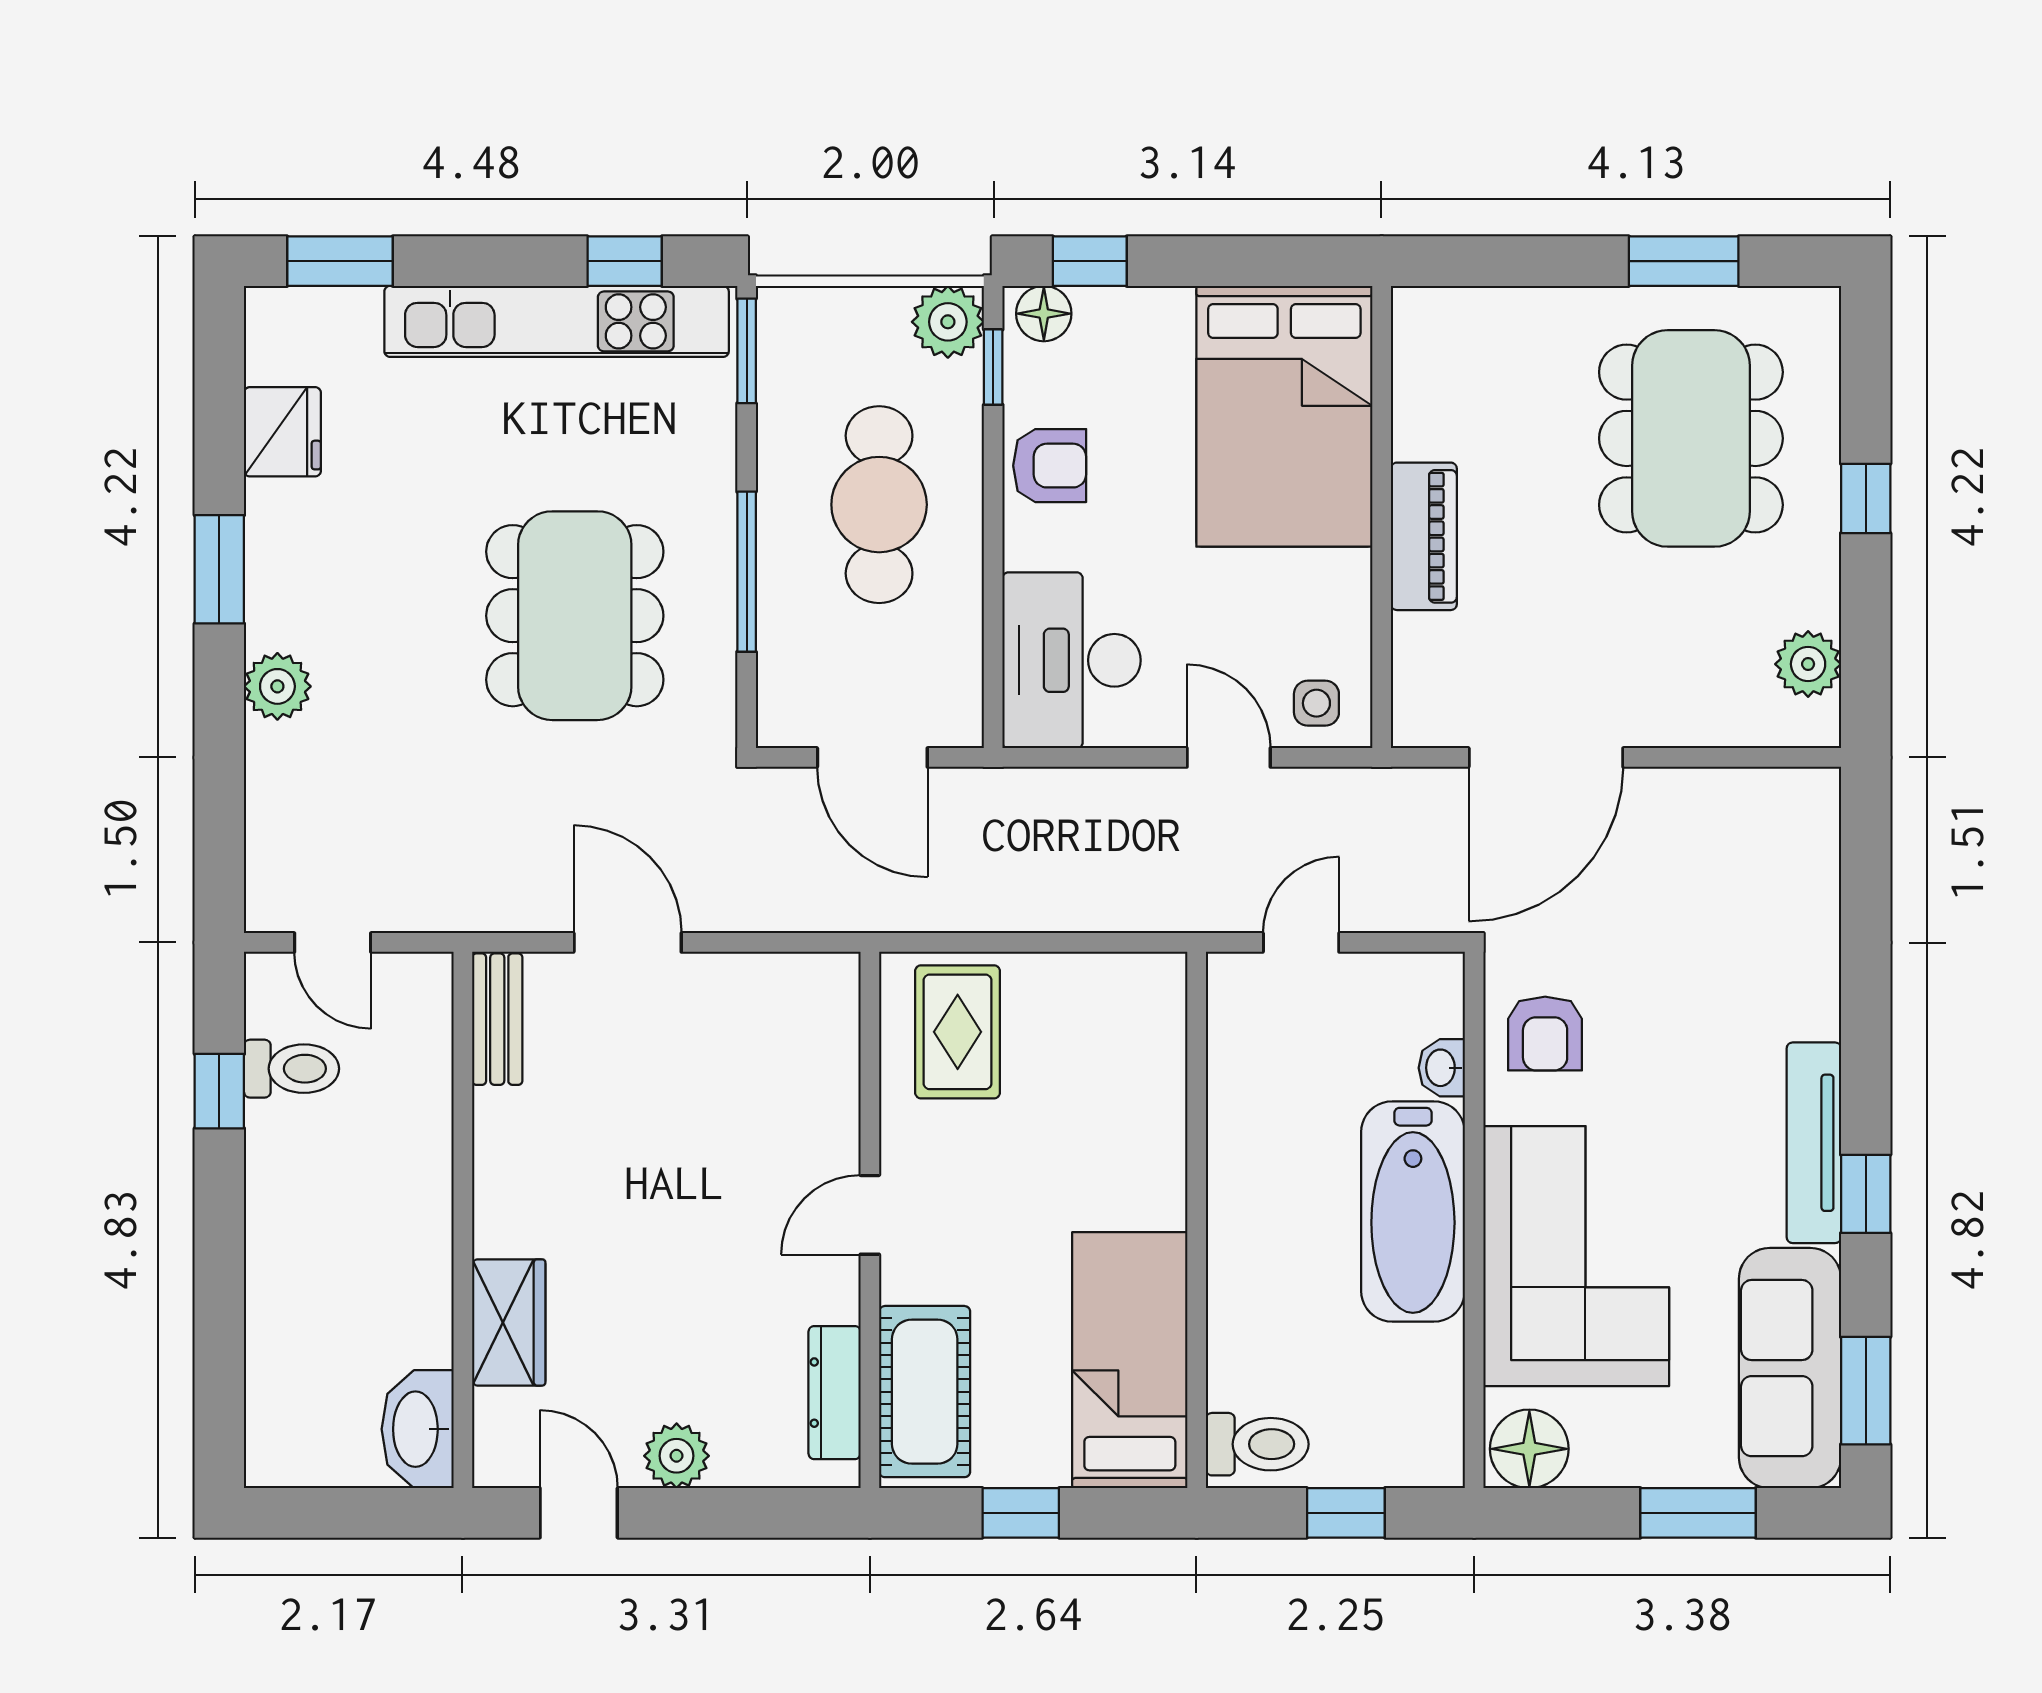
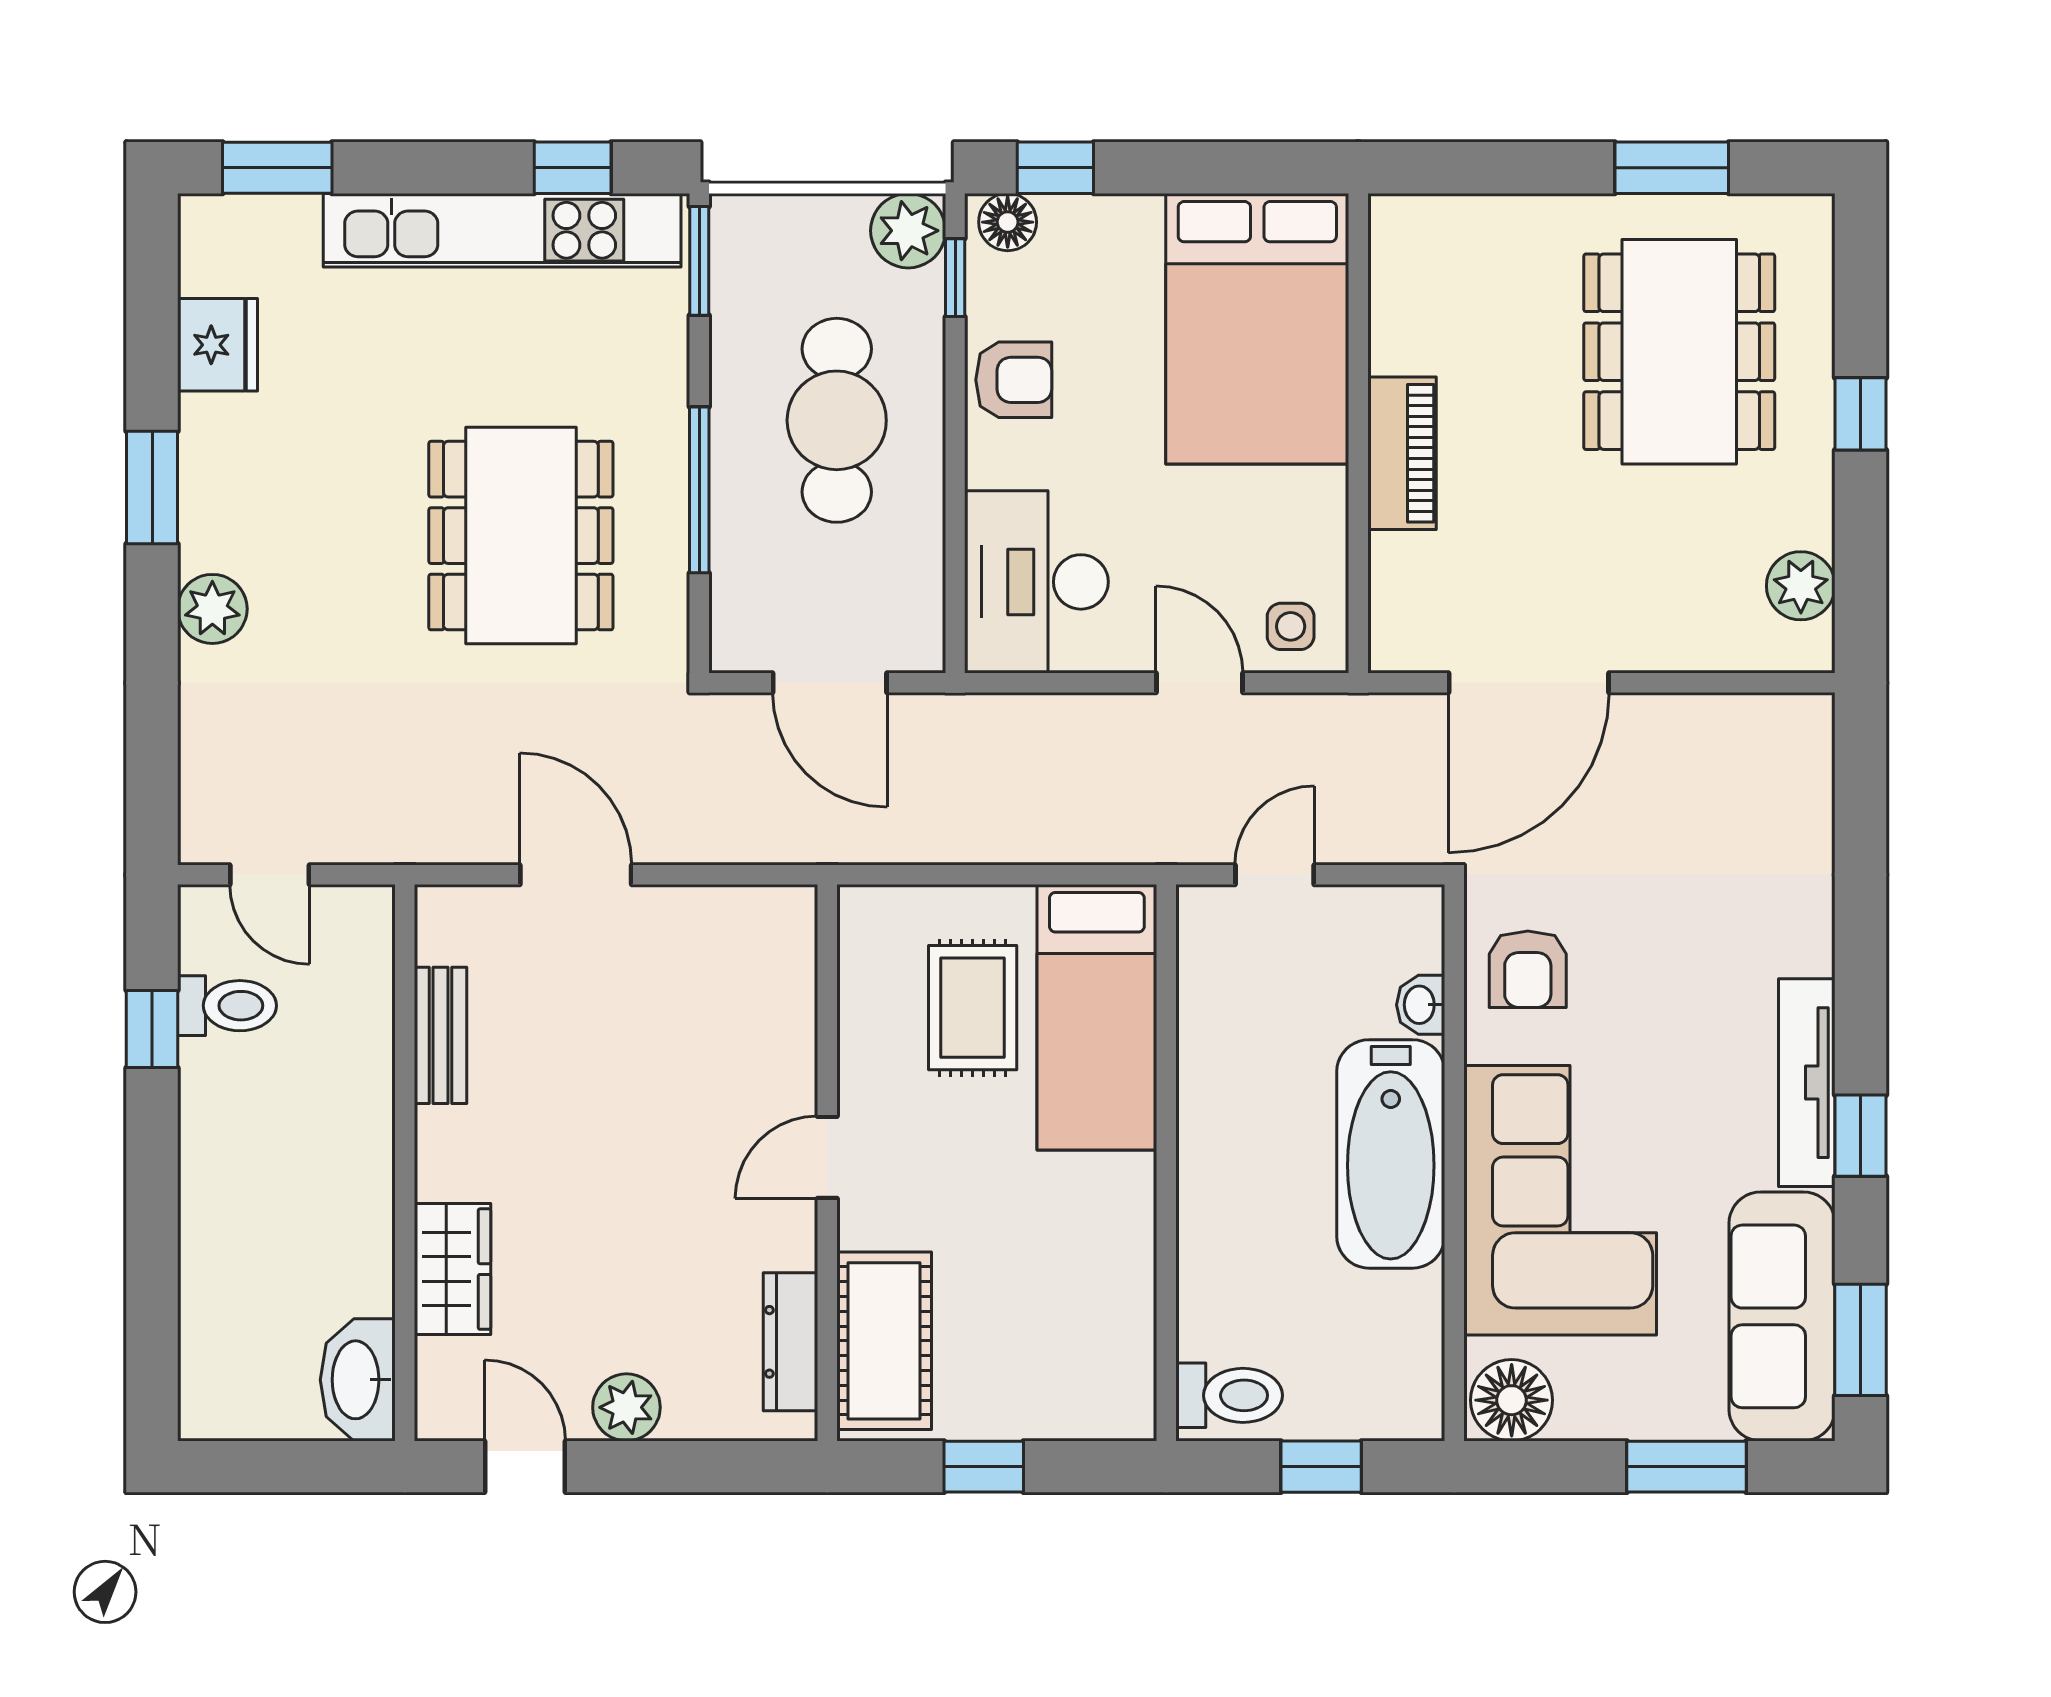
bench: (497, 1019) -> (440, 1035), moved
rug: (958, 1032) -> (973, 1008), moved
bed: (1130, 1360) -> (1097, 1017), moved, turned 180

